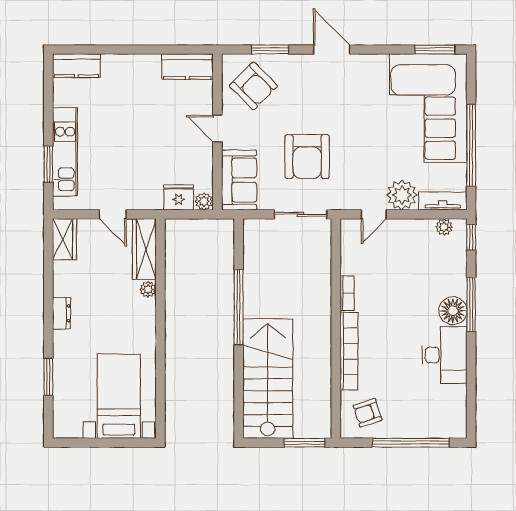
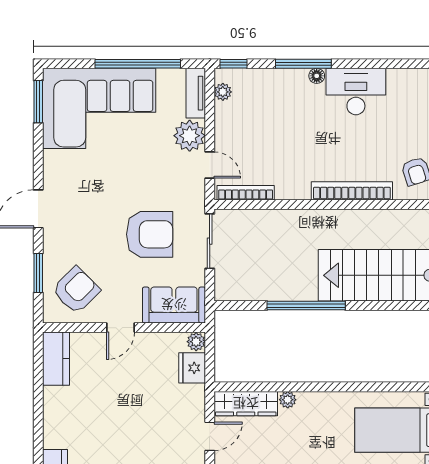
bookcase: (347, 293) -> (246, 193), moved, width x1.56
floor lamp: (453, 311) -> (317, 76), width x0.53, depth x0.53

